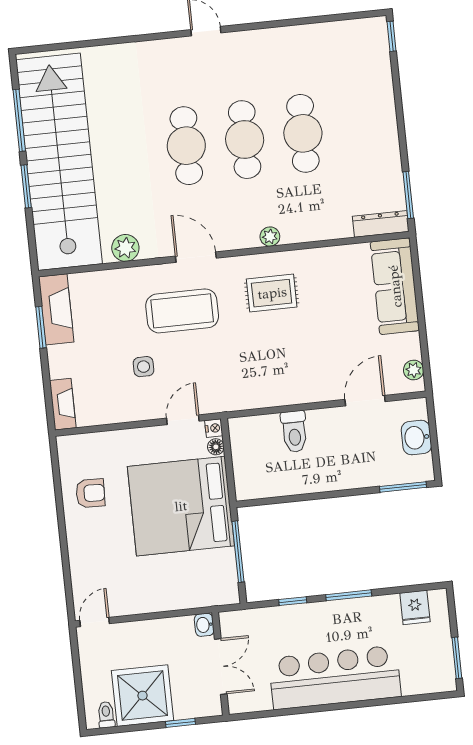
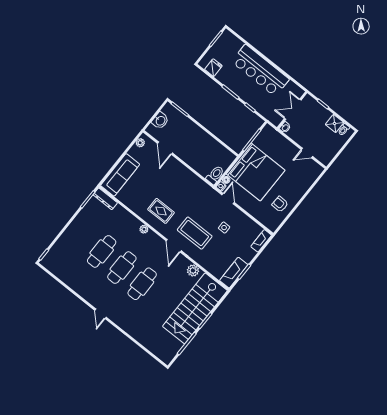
stairs: (59, 162) -> (195, 308), width x0.73
door: (365, 401) -> (165, 148), hinge flipped
door: (183, 420) -> (228, 199), swing flipped
toilet: (294, 432) -> (215, 175), moved
door: (95, 622) -> (307, 153), moved
shower: (142, 696) -> (335, 123), width x0.54, depth x0.54

